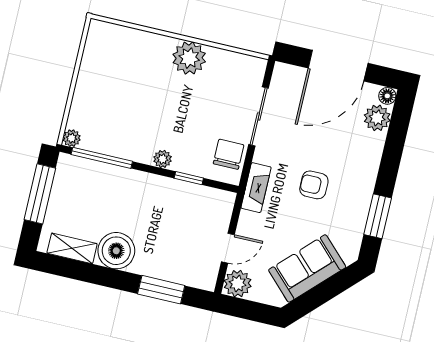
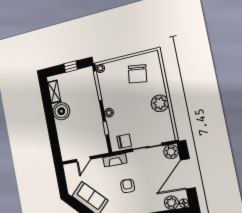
door: (338, 66) -> (188, 174), hinge flipped
chair: (116, 74) -> (137, 74), added
window: (40, 194) -> (71, 67), width x0.46
door: (228, 248) -> (83, 159), hinge flipped
plant: (238, 284) -> (171, 152), moved
window: (161, 290) -> (54, 138), removed

